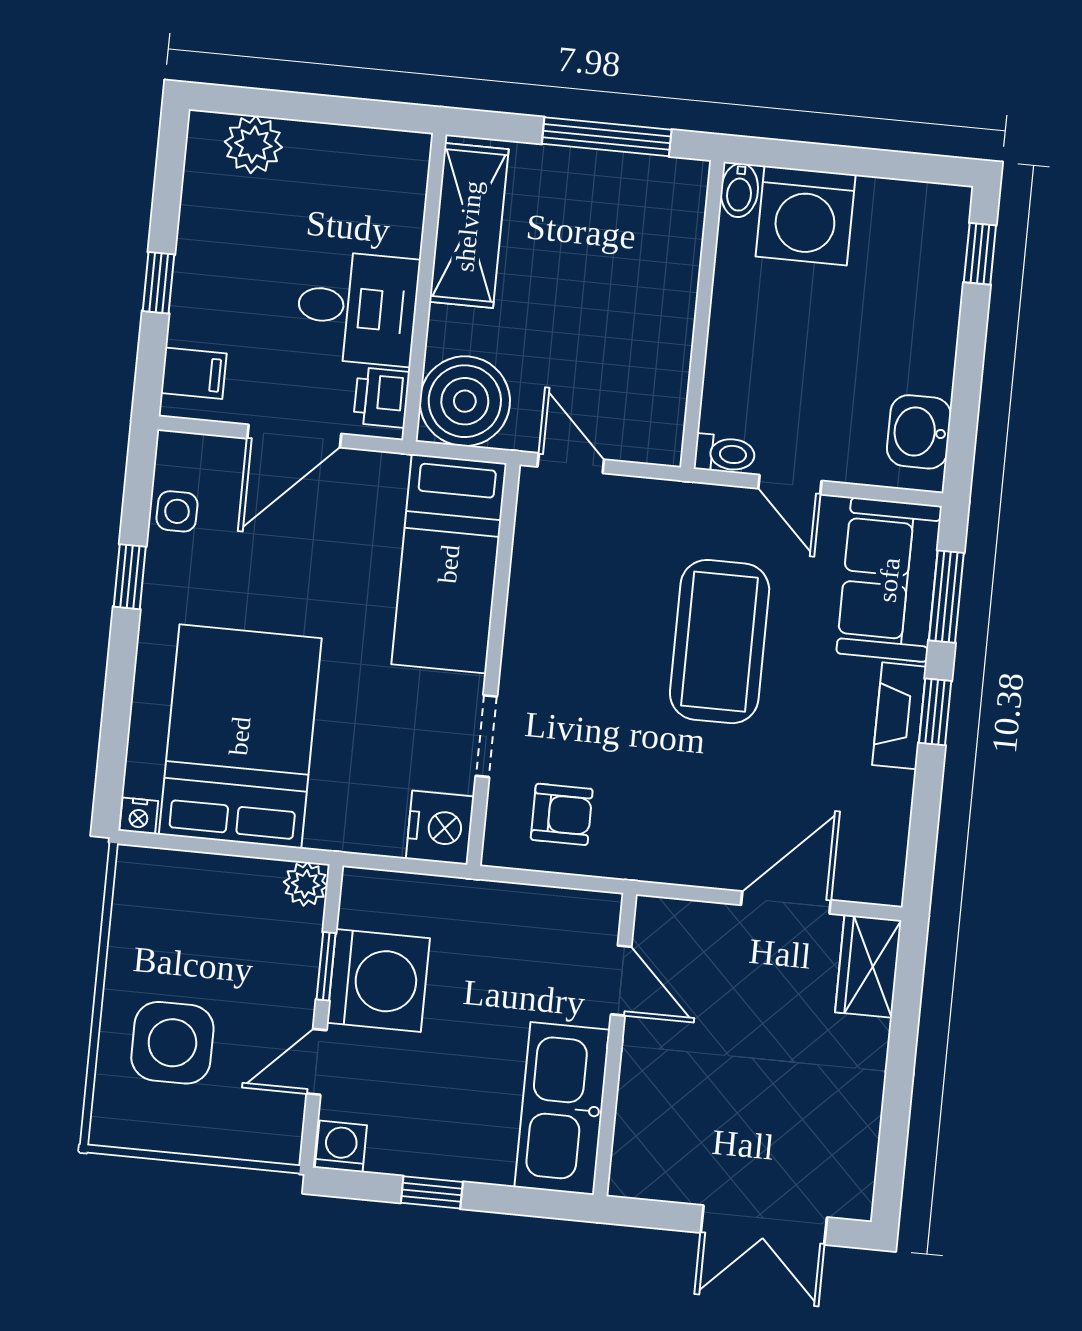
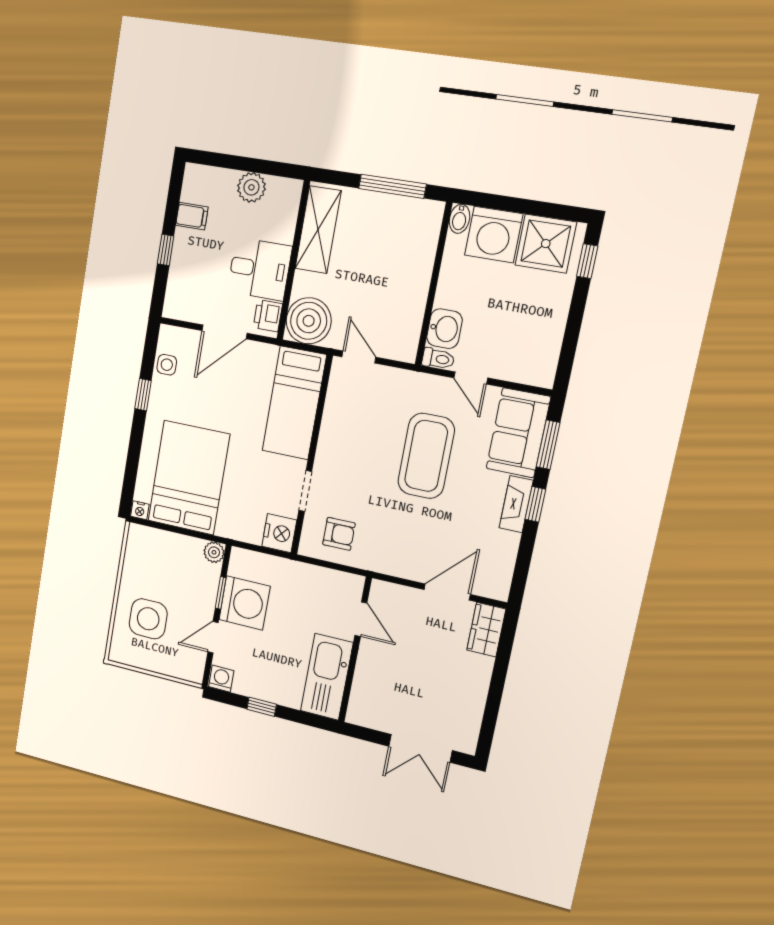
plant: (253, 144) -> (251, 187), moved
shower: (902, 227) -> (546, 244), added
filing cabinet: (194, 373) -> (192, 216), moved
washbasin: (919, 432) -> (444, 329), moved, turned 180

